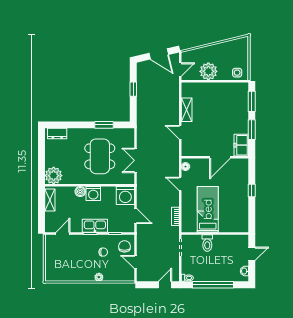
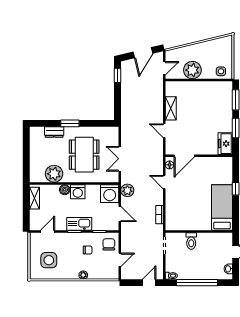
door: (159, 54) -> (143, 53), hinge flipped
window: (133, 89) -> (118, 75), moved
window: (104, 125) -> (70, 123), moved
dresser: (57, 134) -> (54, 132), moved
door: (220, 157) -> (184, 156), moved
plant: (54, 176) -> (54, 174), moved
plant: (143, 192) -> (127, 190), added
bed: (208, 209) -> (222, 207), moved
side table: (64, 262) -> (49, 260), added
door: (136, 262) -> (120, 260), swing flipped

